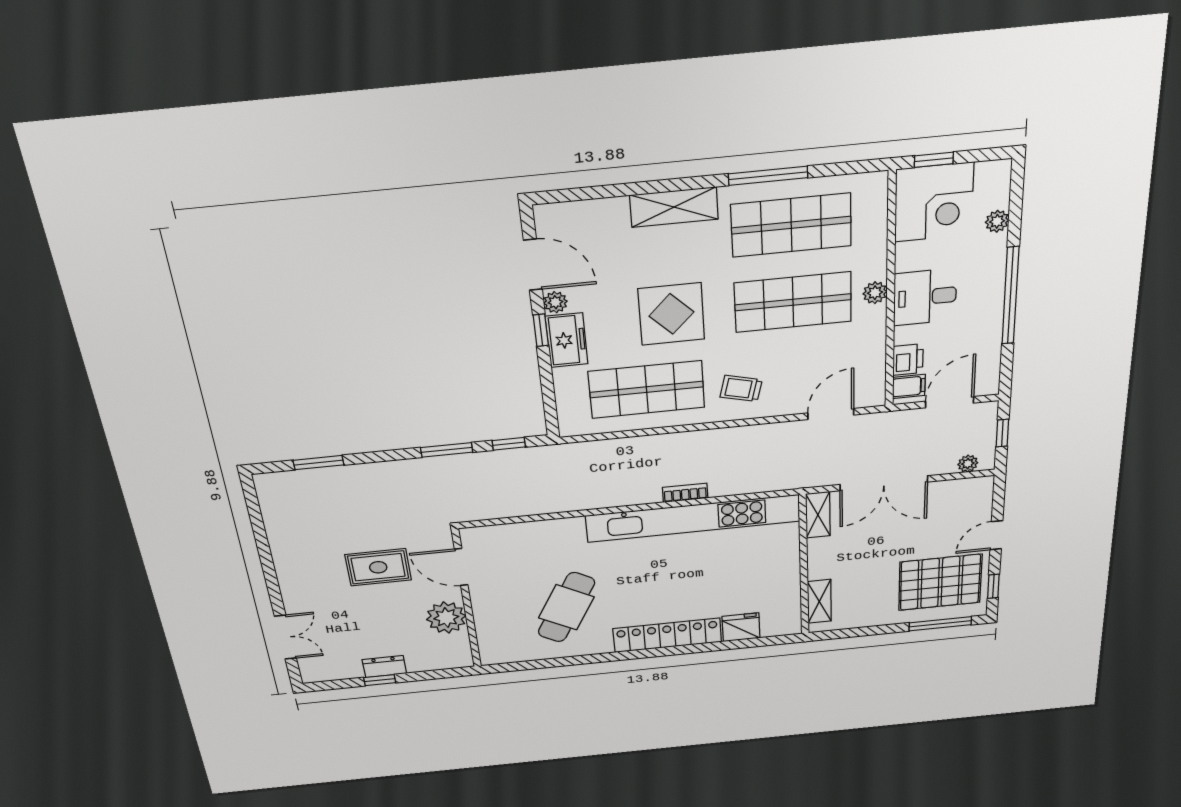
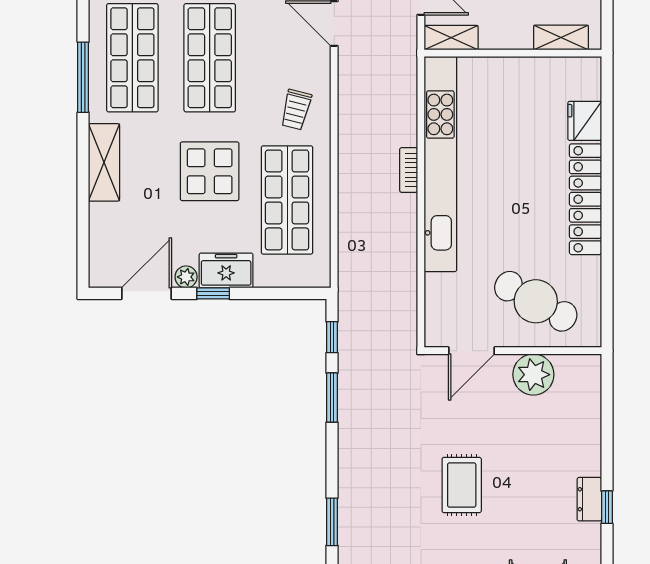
door: (461, 567) -> (472, 351), moved
wall: (467, 599) -> (513, 351), moved
plant: (446, 618) -> (533, 375), moved

